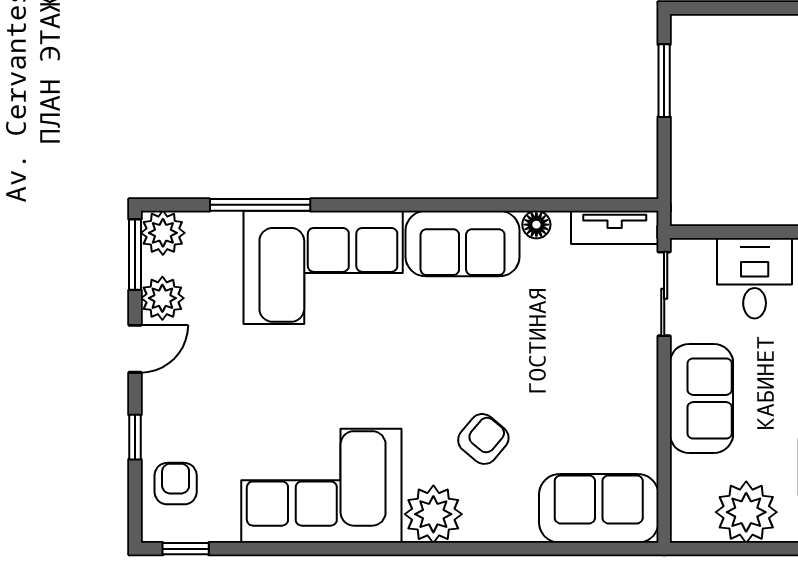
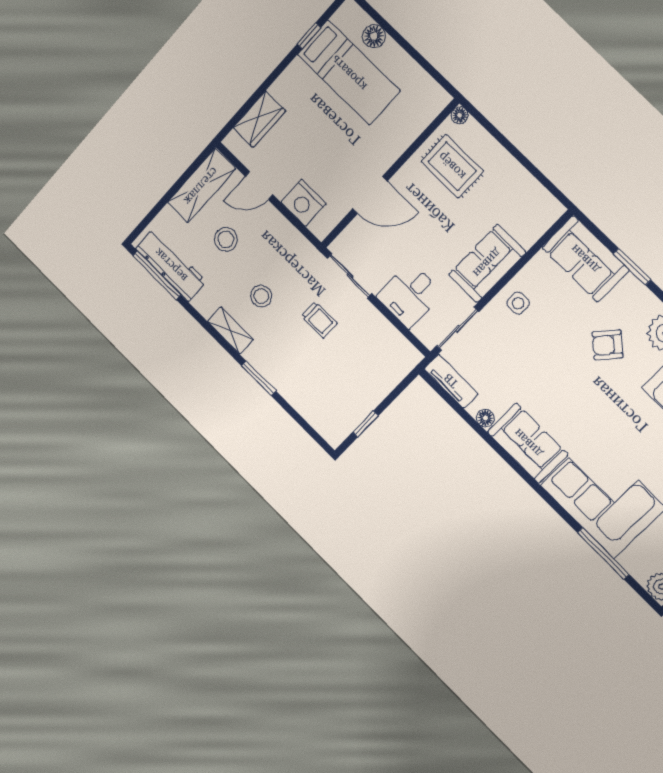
window: (664, 81) -> (365, 424), width x0.67
side table: (625, 388) -> (518, 303), added
plant: (746, 512) -> (518, 189), removed
window: (540, 549) -> (632, 267), added

